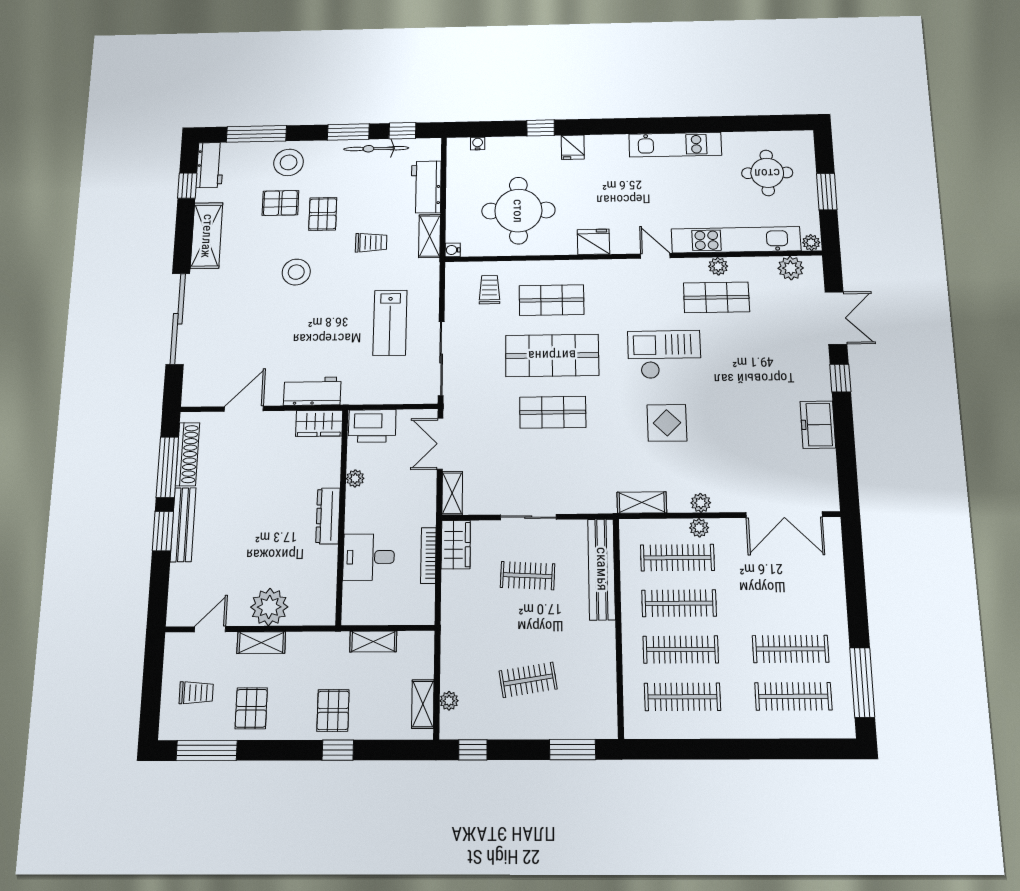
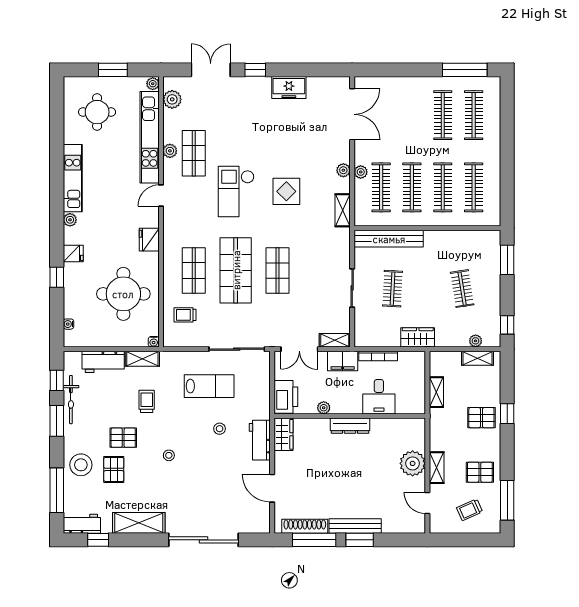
plant: (618, 142) -> (70, 220), added
stool: (296, 272) -> (169, 455), width x0.53, depth x0.53
stool: (330, 337) -> (220, 429), added
filing cabinet: (422, 505) -> (343, 361), added
wardrobe: (456, 545) -> (418, 337), moved
trolley: (196, 693) -> (470, 510), turned -114

